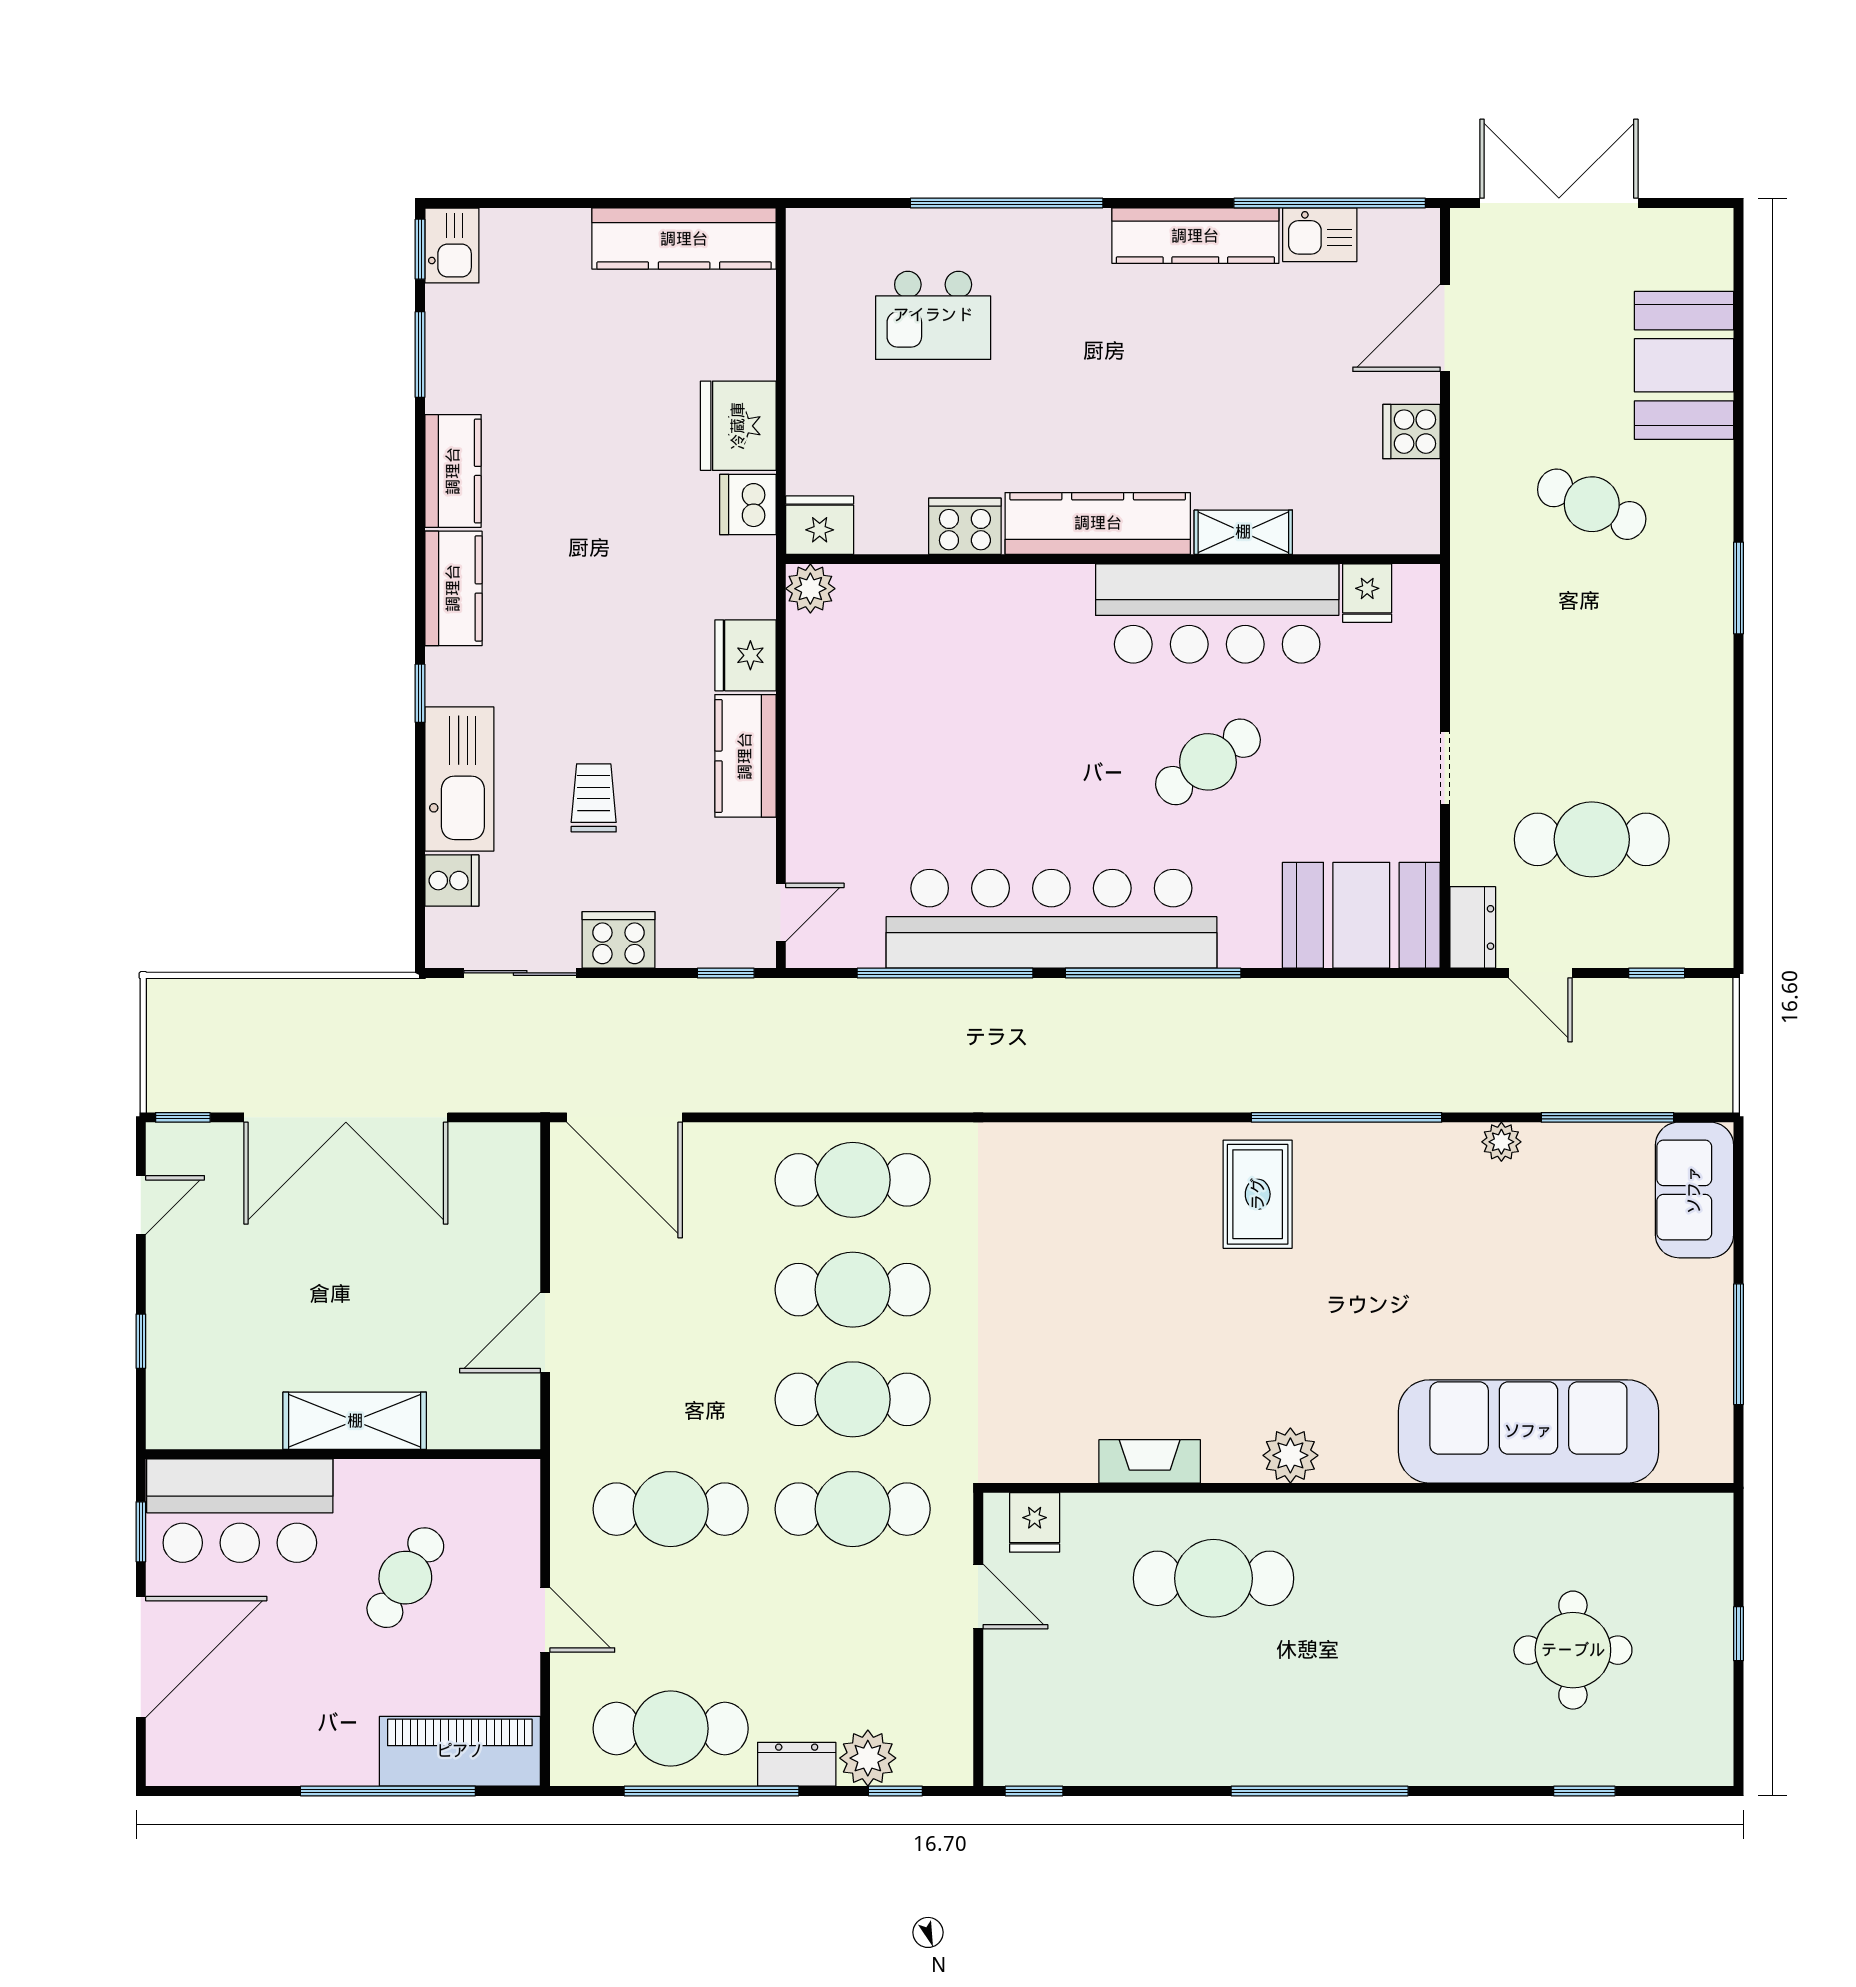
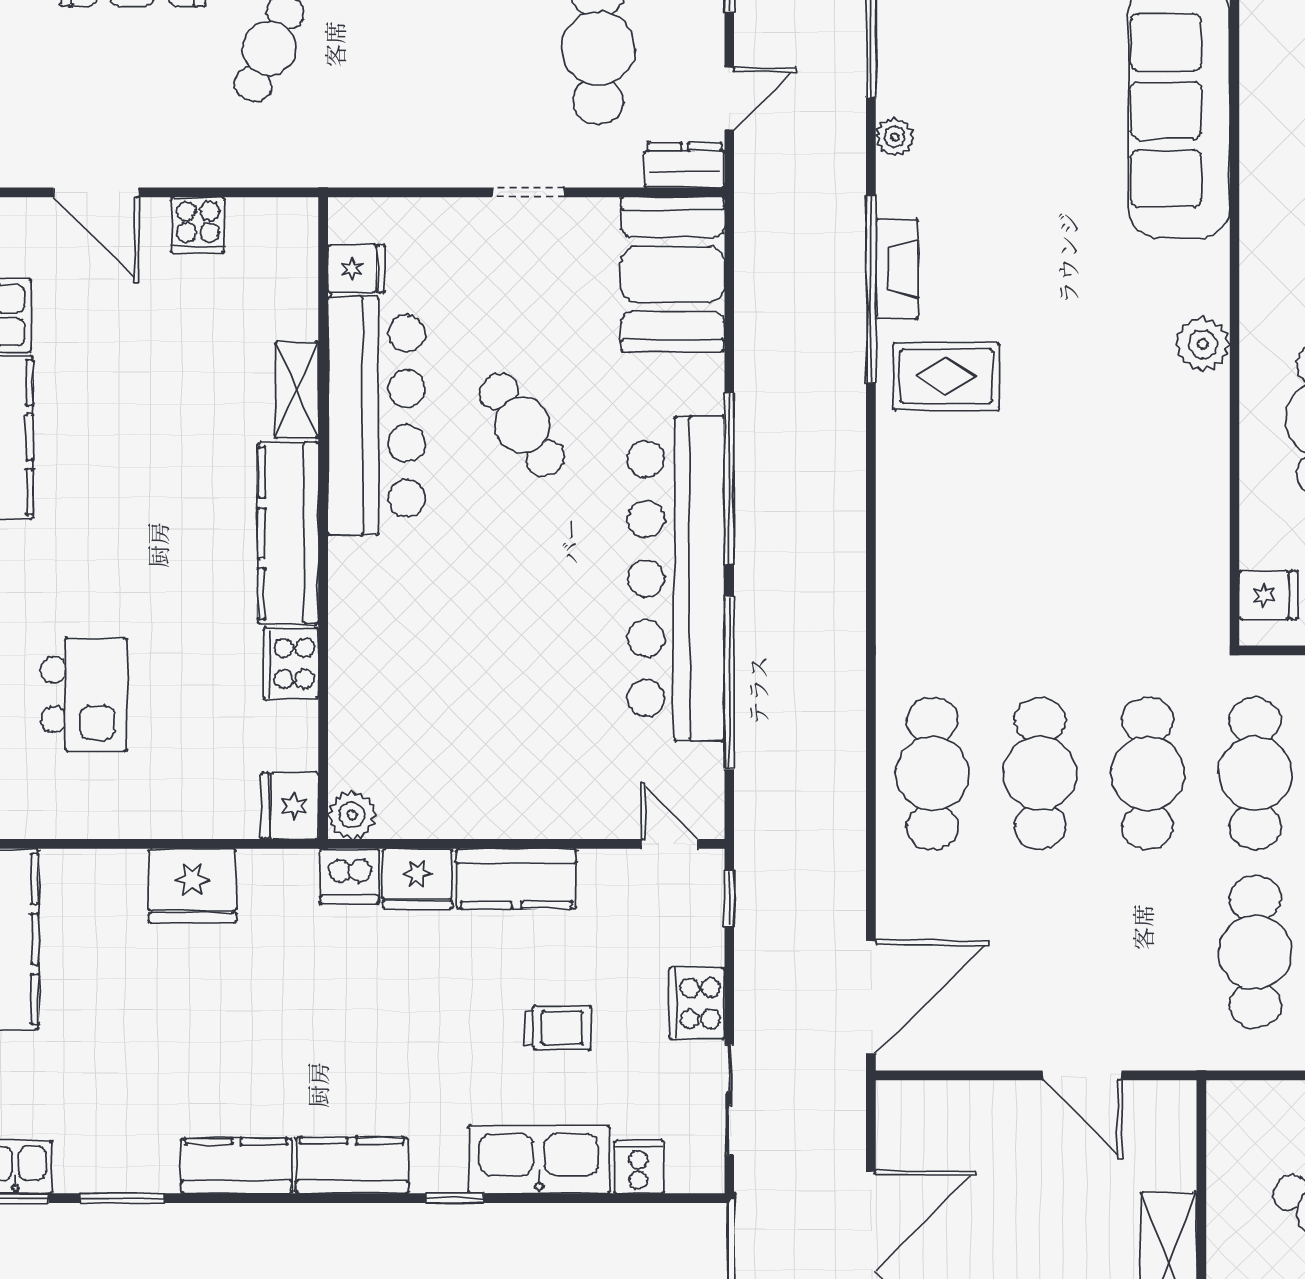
dishwasher: (748, 504) -> (349, 876), moved
trolley: (594, 798) -> (557, 1028), turned 180
fireplace: (1150, 1461) -> (897, 269), moved, turned 180

